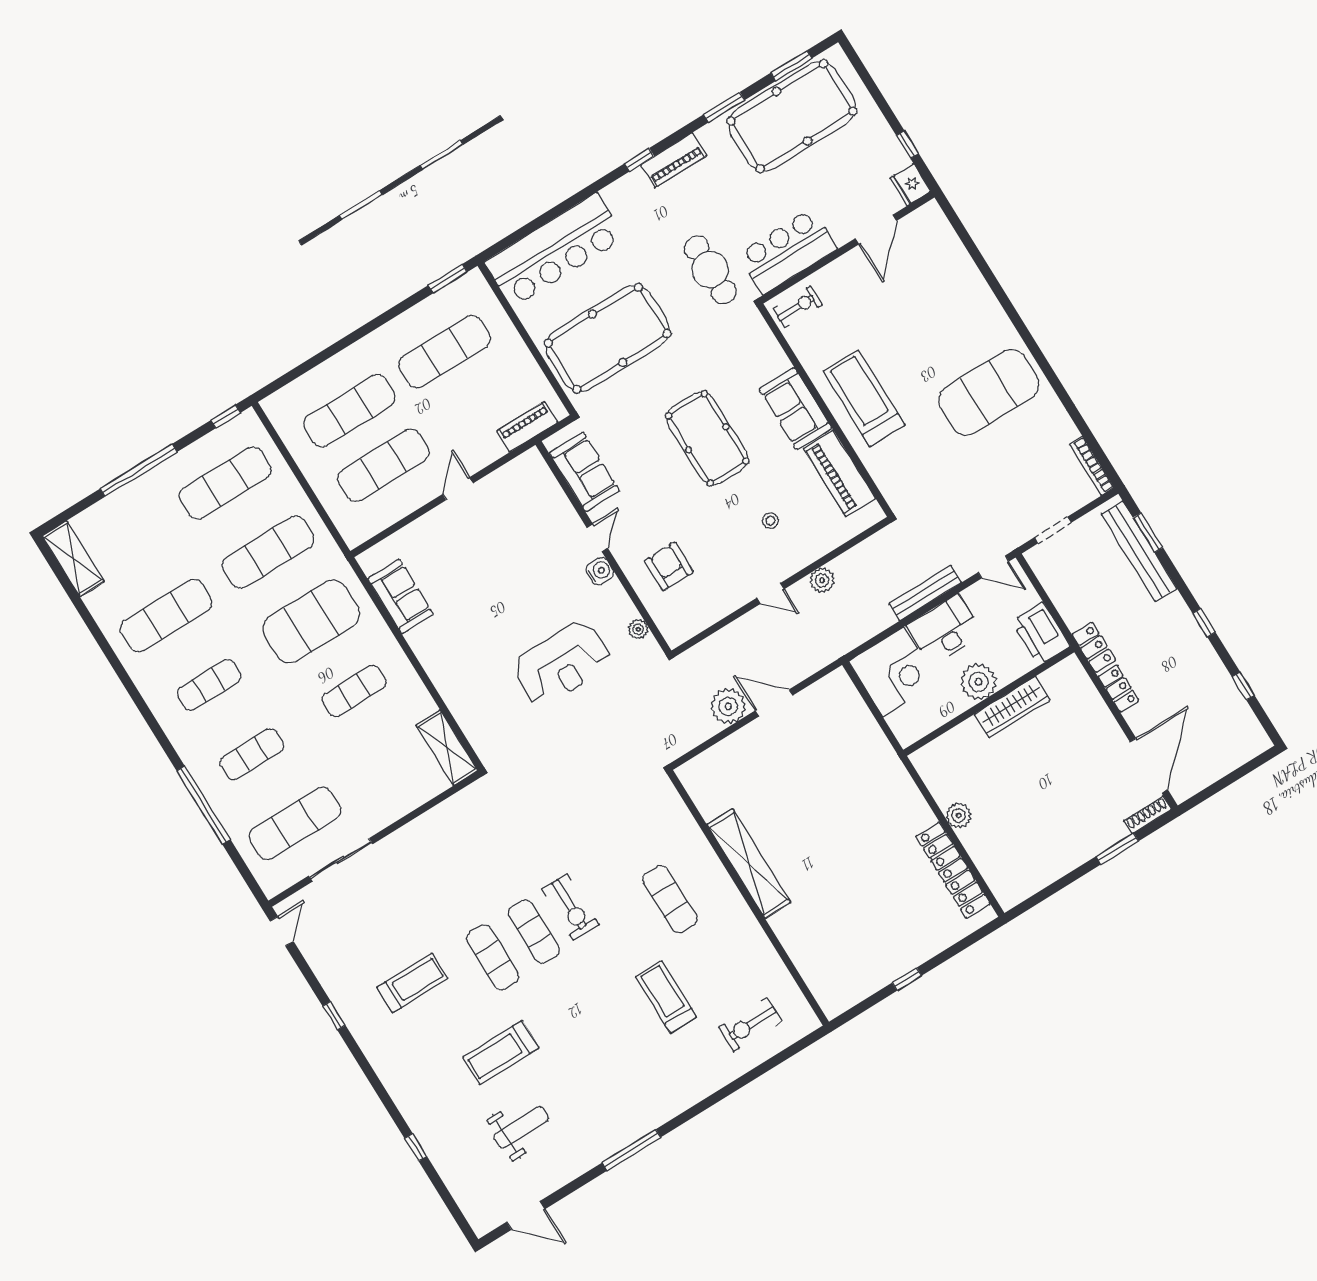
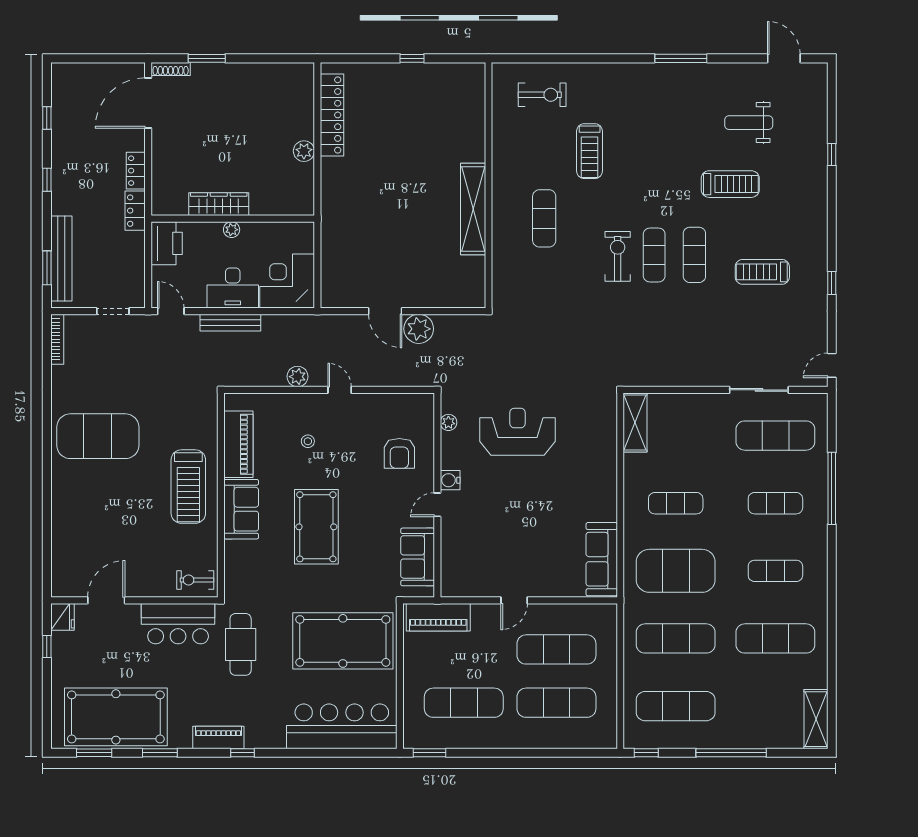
piano: (527, 427) -> (438, 617), width x1.37, depth x1.33
sofa: (401, 596) -> (602, 559), width x1.36
plant: (979, 682) -> (232, 230), width x0.53, depth x0.53

